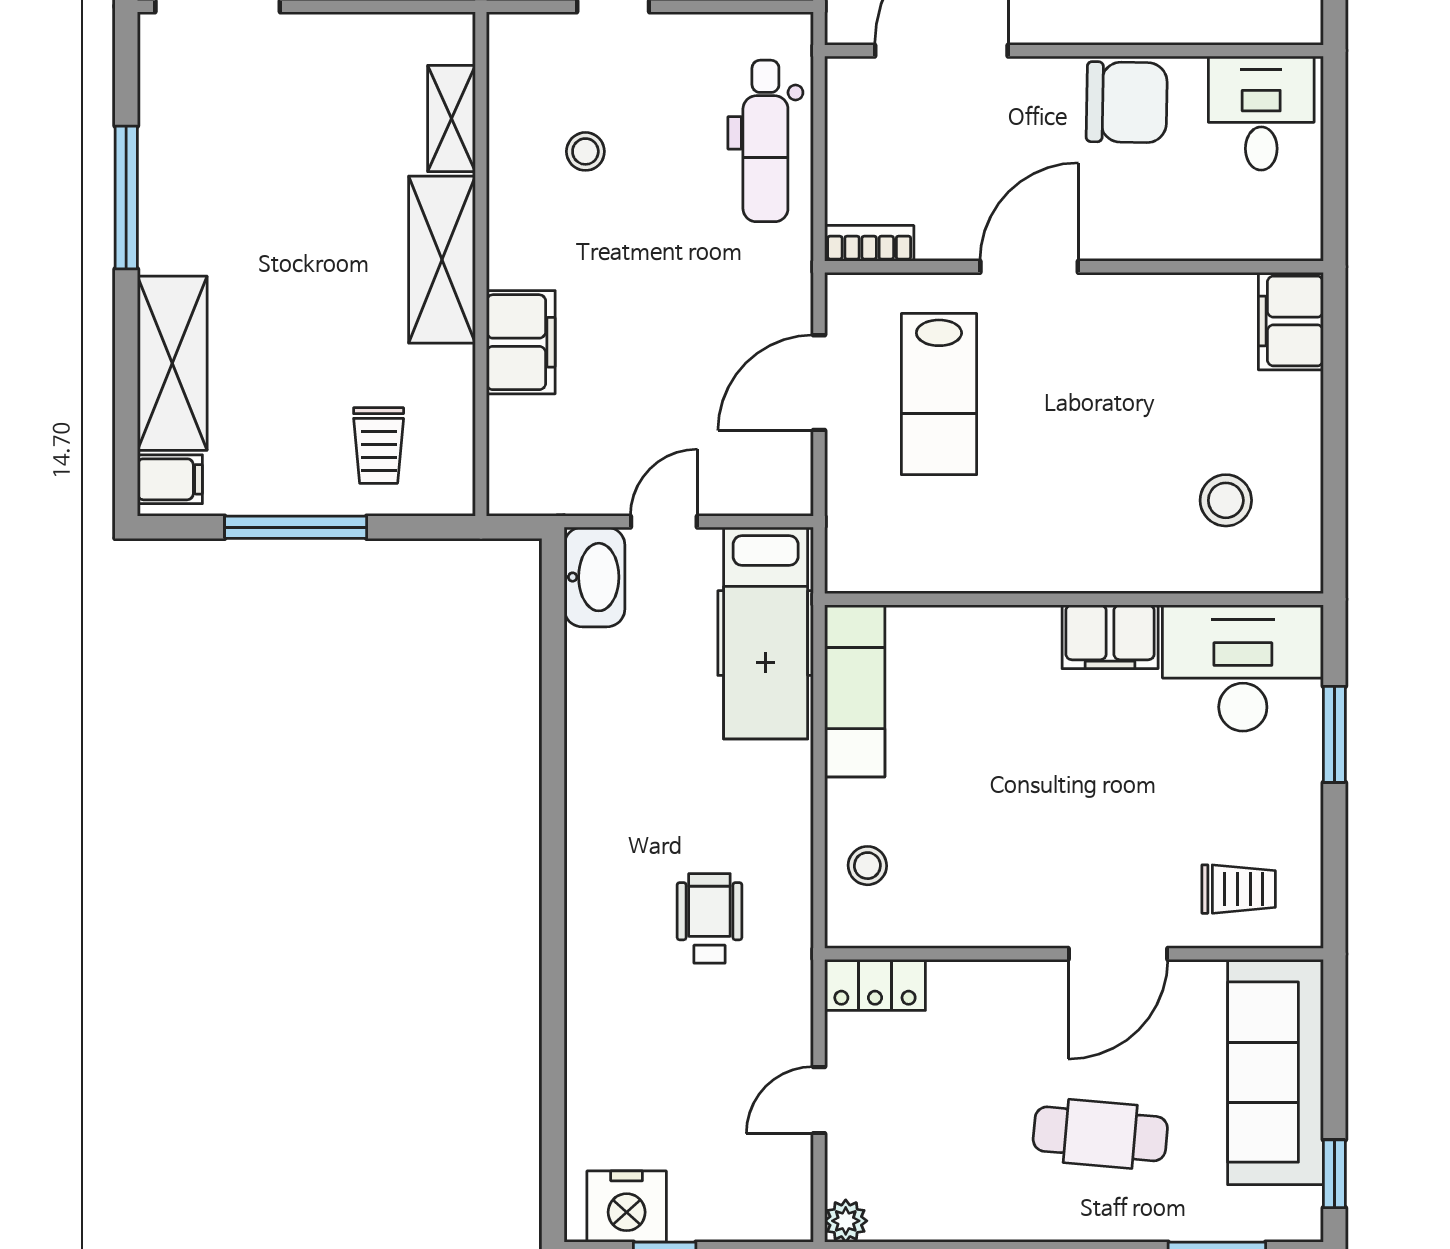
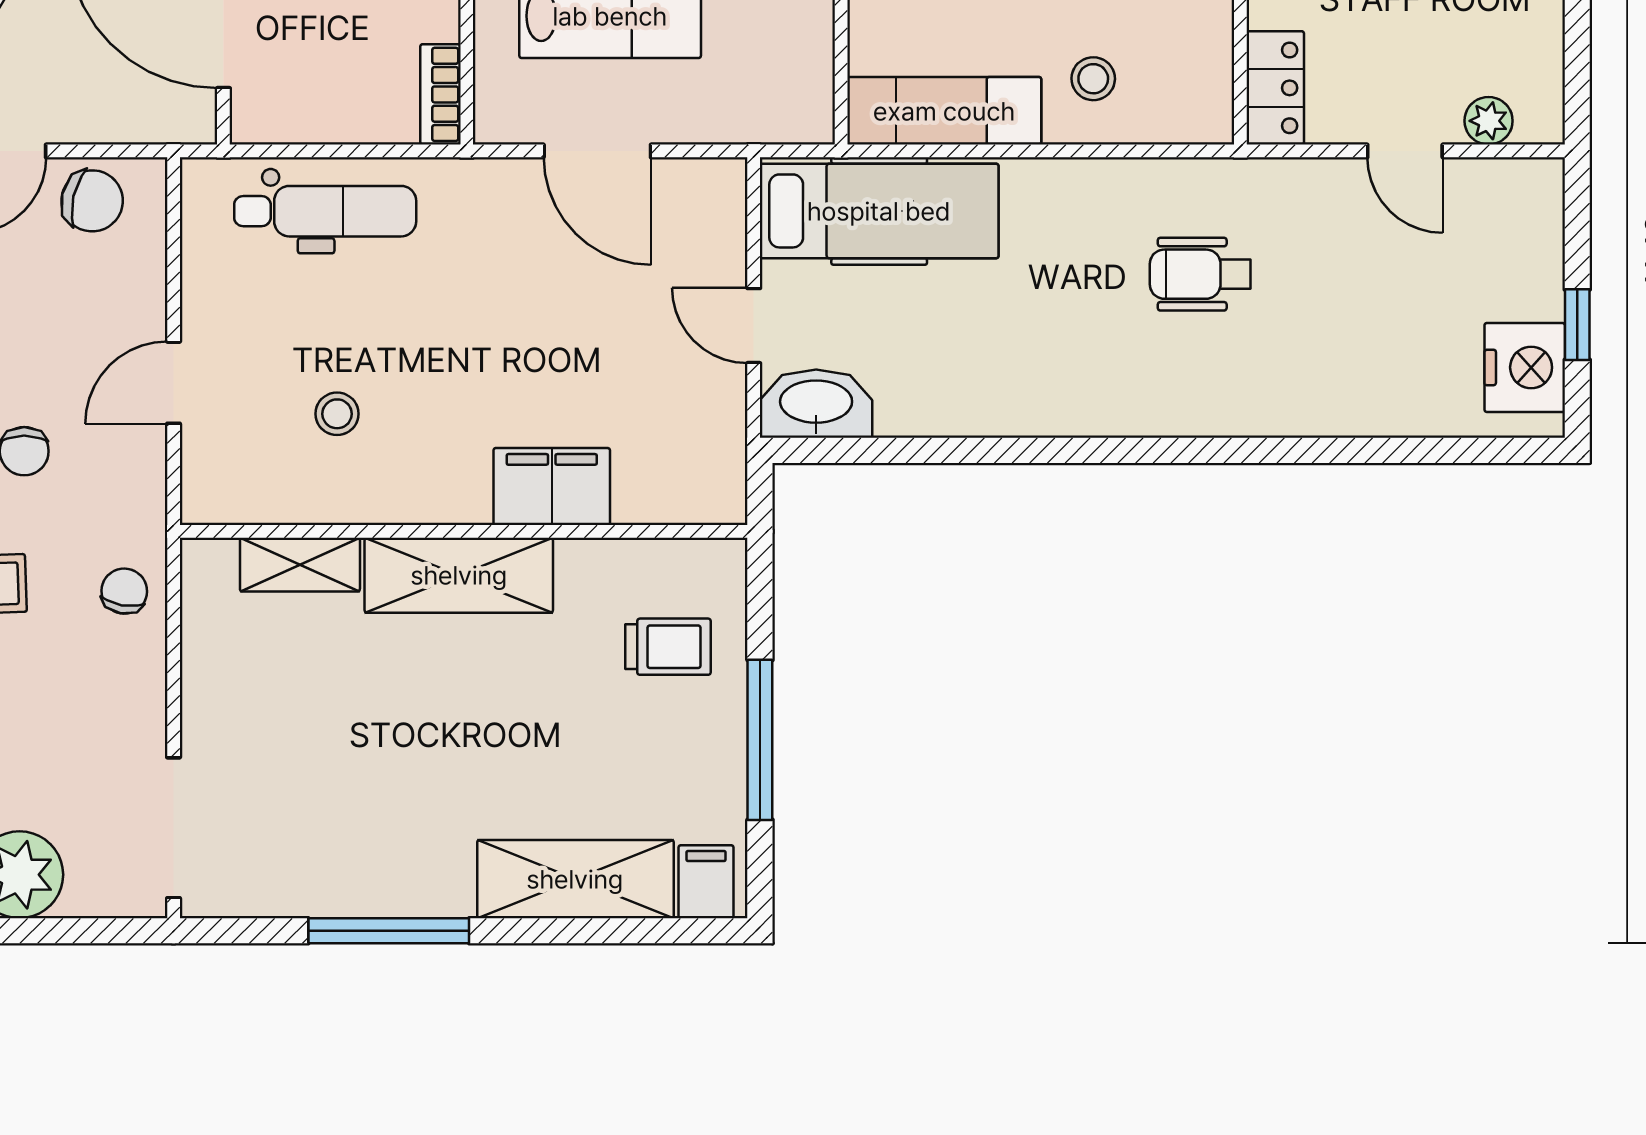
stool: (867, 866) -> (1093, 79), moved
plant: (846, 1221) -> (1489, 121), moved

